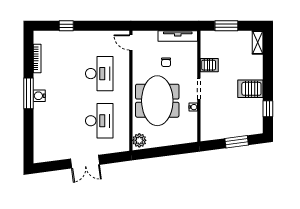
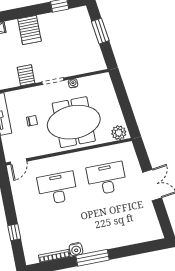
server rack: (250, 89) -> (29, 30), moved
water cooler: (39, 96) -> (76, 249), moved

